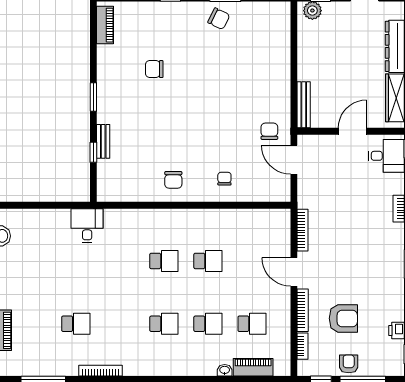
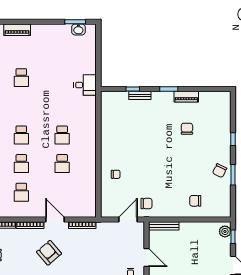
piano: (105, 25) -> (186, 97), moved
chair: (173, 180) -> (195, 201), moved
door: (294, 272) -> (55, 219), hinge flipped
armchair: (343, 318) -> (49, 253), moved, turned 139

